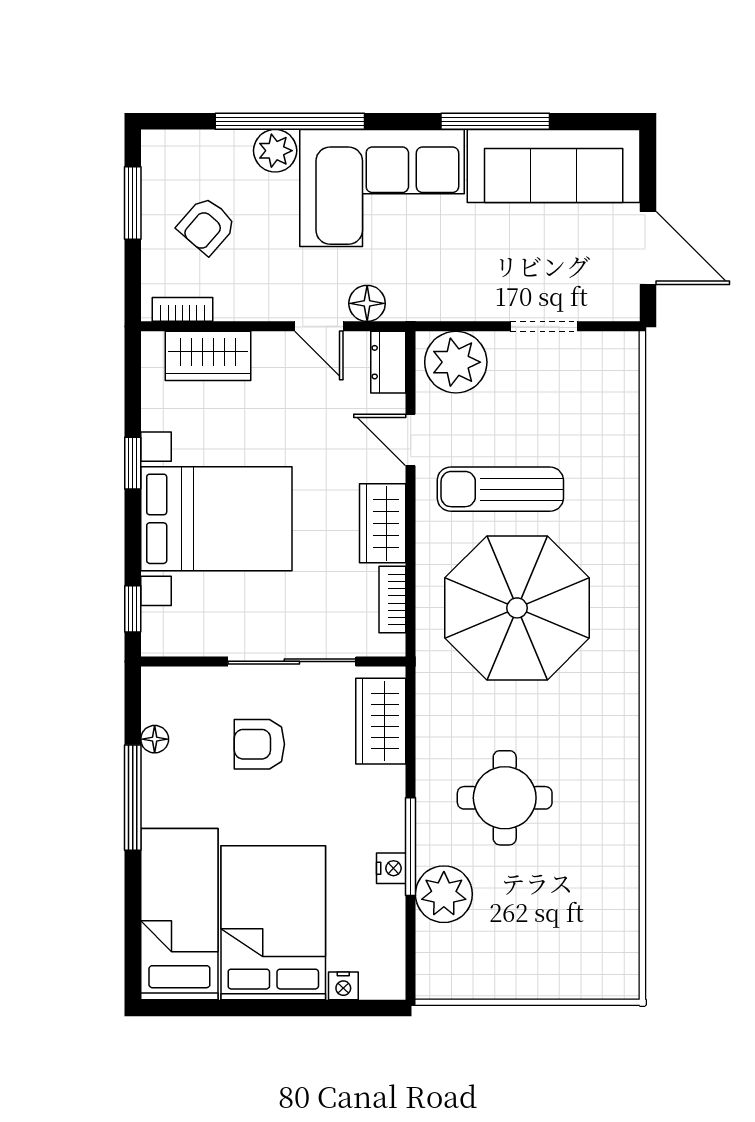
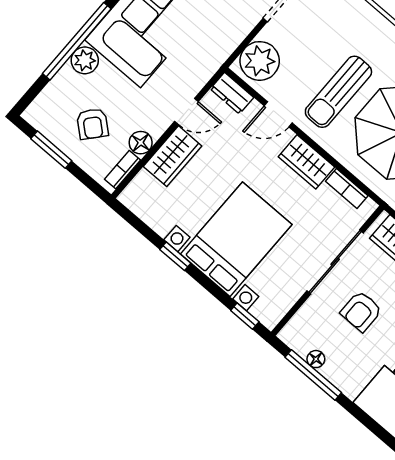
floor lamp: (367, 303) -> (141, 143), moved
wardrobe: (208, 356) -> (173, 156), moved
window: (133, 798) -> (313, 375), moved

